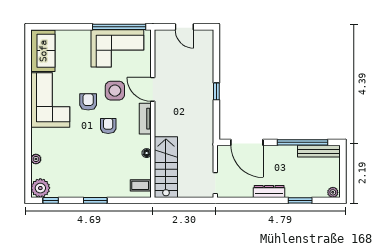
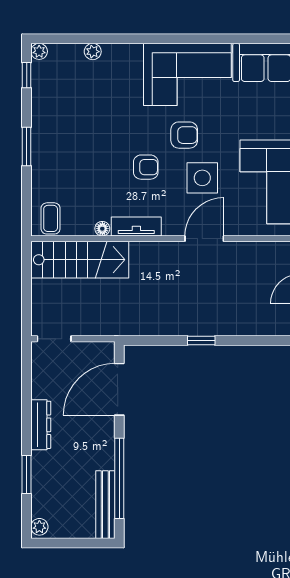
tv unit: (145, 119) -> (136, 227), moved
plant: (40, 188) -> (39, 51), width x0.53, depth x0.53

